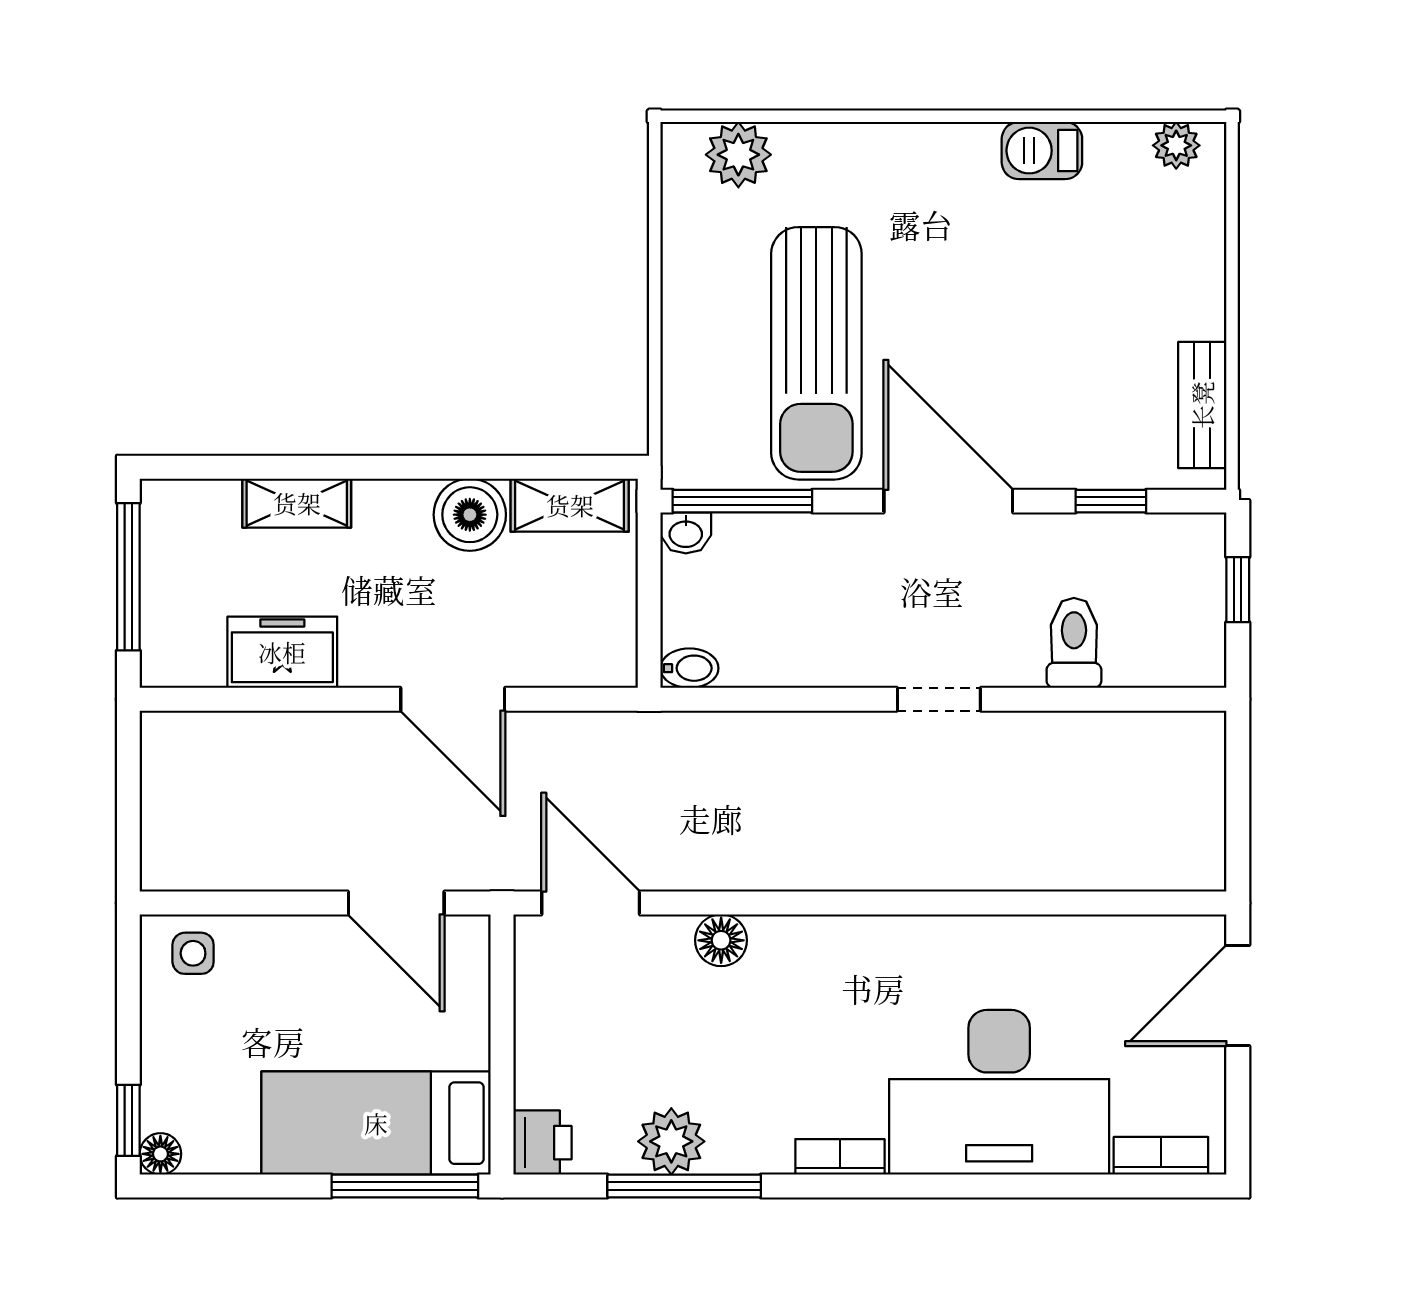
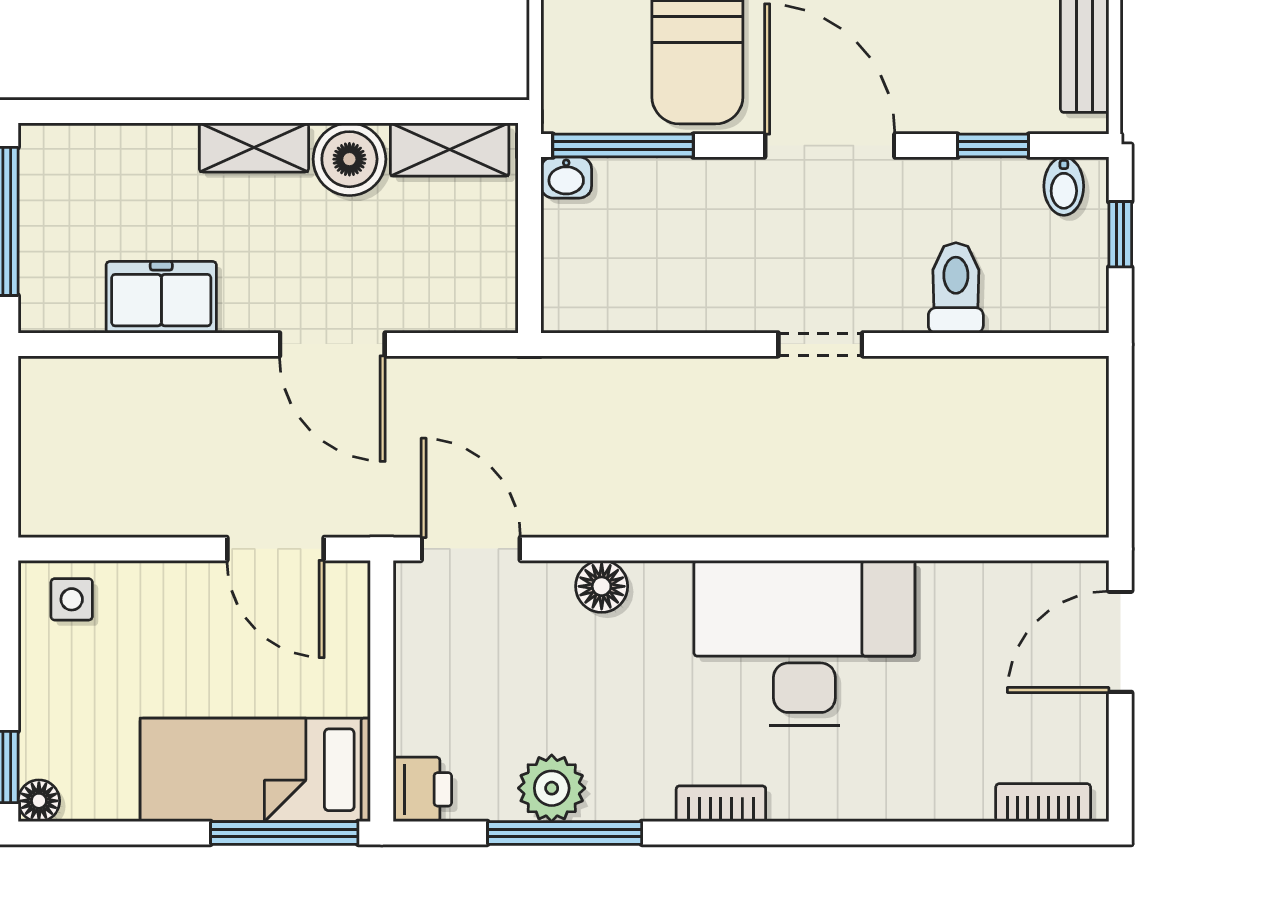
shelving: (297, 503) -> (254, 147), moved
bidet: (689, 668) -> (1064, 186), moved, turned 90
desk: (999, 1092) -> (804, 643), moved, turned 180

